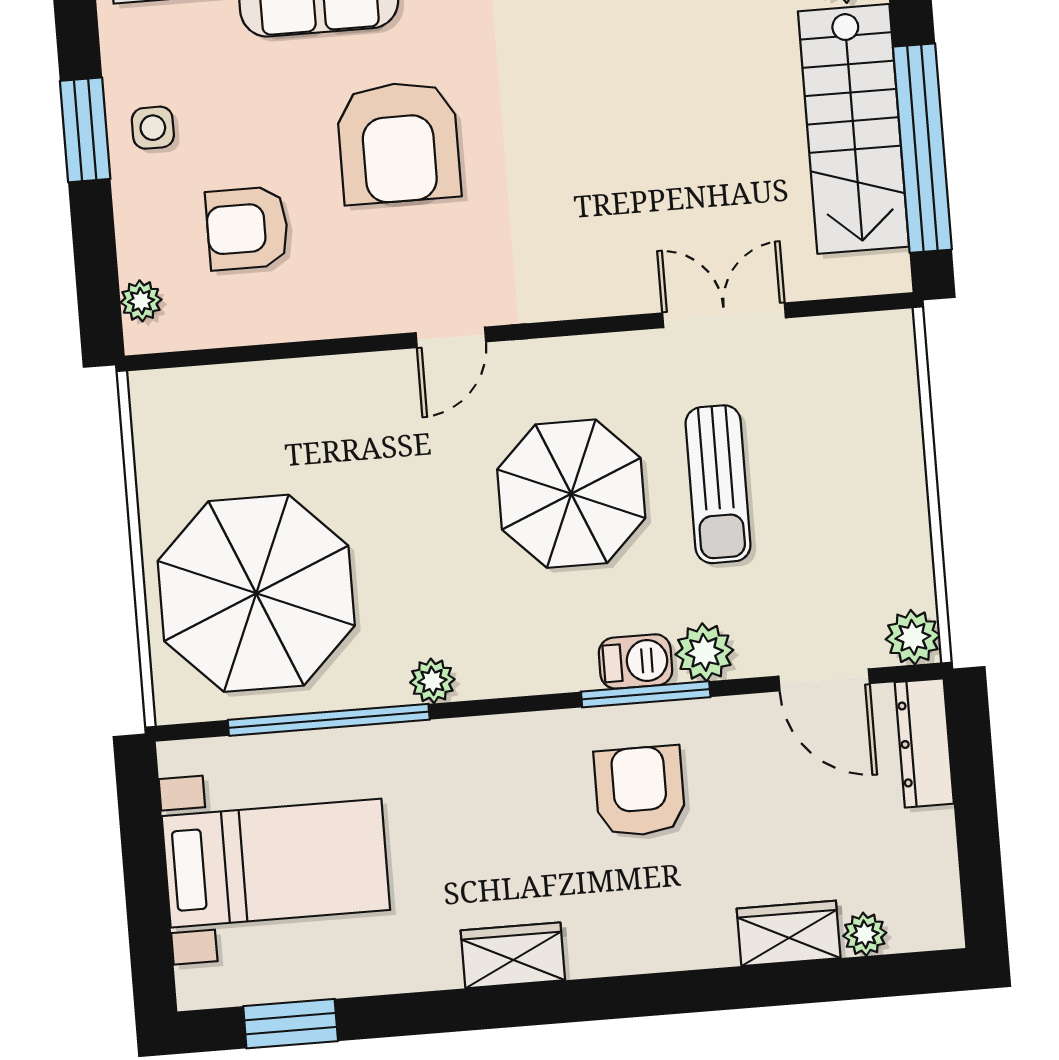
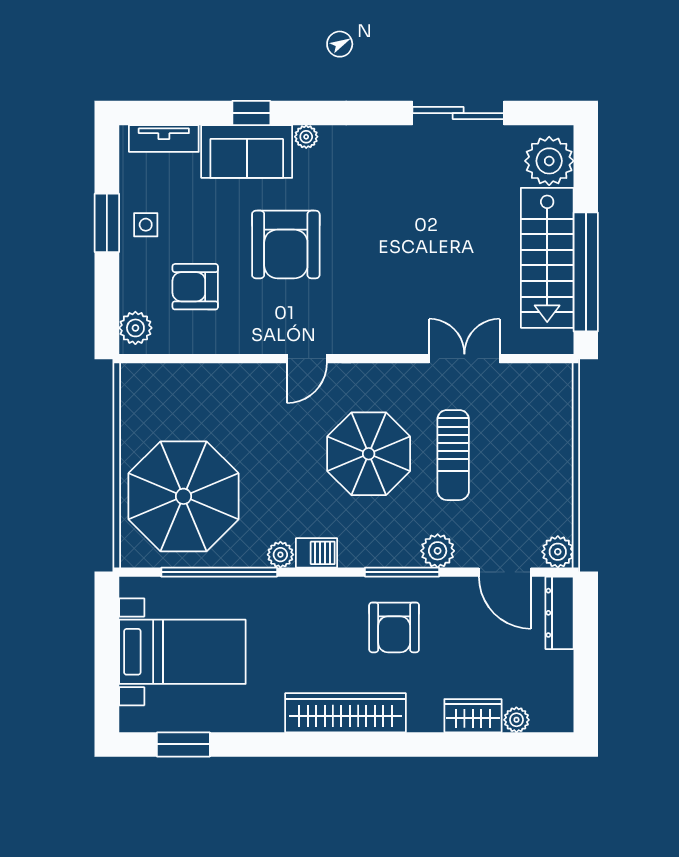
plant: (141, 301) -> (135, 328), width x1.38, depth x1.38
barbecue: (635, 661) -> (316, 553), moved
armchair: (640, 791) -> (394, 627), turned 180
wardrobe: (513, 955) -> (345, 713), width x2.10, depth x1.17

